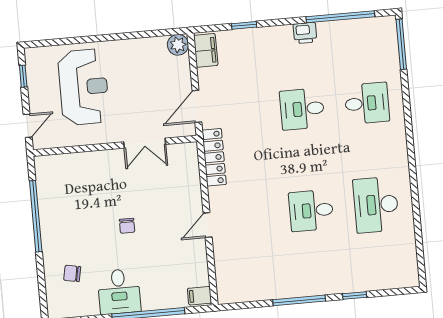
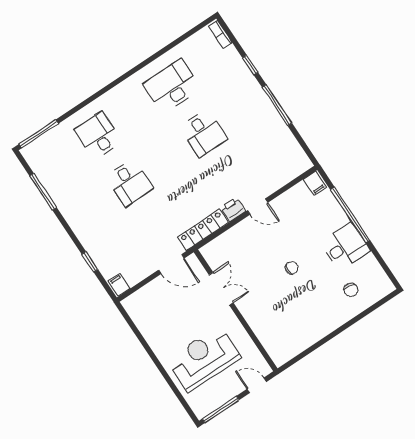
window: (340, 17) -> (43, 192), width x0.68
printer: (305, 33) -> (233, 209), moved, turned -90
plant: (178, 45) -> (132, 304), removed
filing cabinet: (206, 50) -> (119, 285), width x0.50
window: (23, 76) -> (221, 409), width x2.17
desk: (376, 205) -> (172, 86), turned 180
window: (36, 216) -> (323, 342), removed
bookcase: (402, 282) -> (220, 34), added

